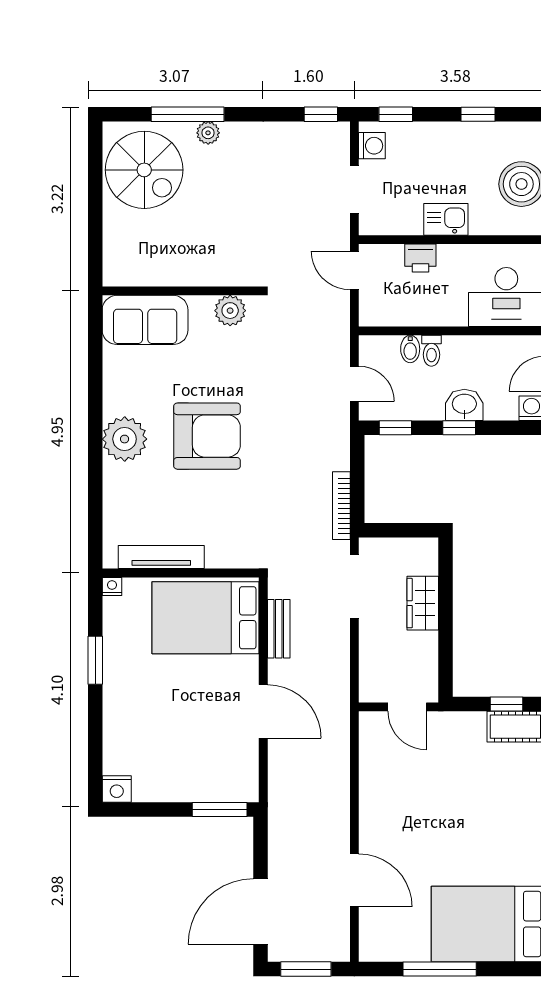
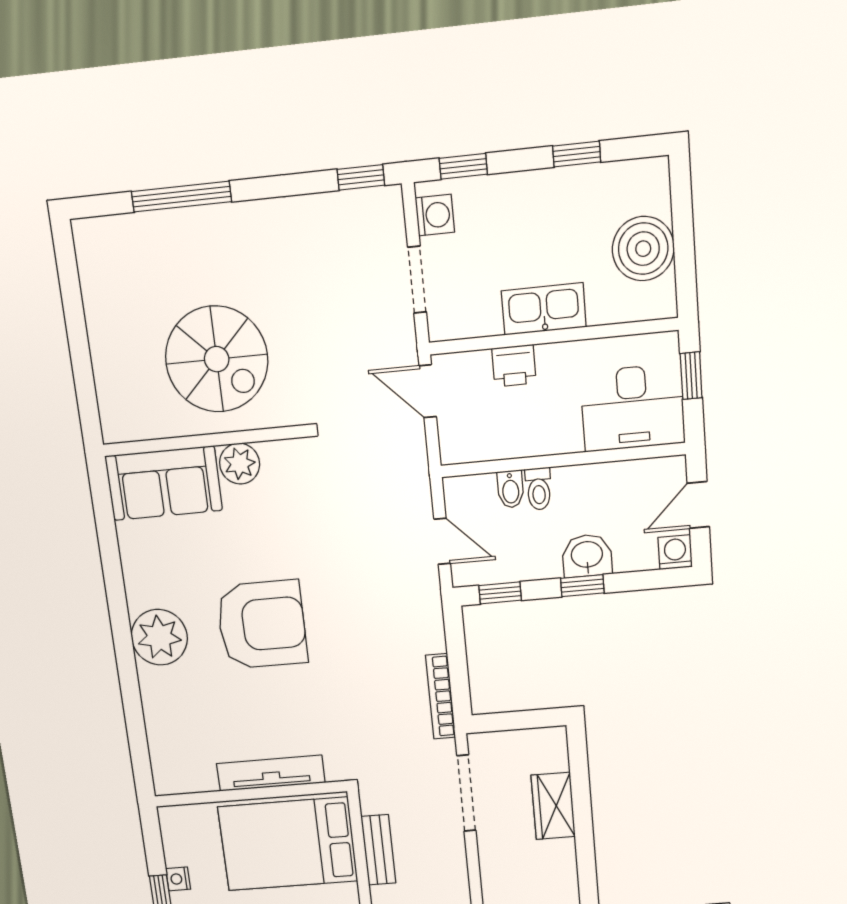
plant: (208, 133) -> (212, 220), removed
spiral stairs: (144, 170) -> (217, 359), moved
kitchen sink: (446, 219) -> (544, 309), width x1.38
plant: (230, 311) -> (240, 464), moved
tv unit: (161, 557) -> (271, 773), moved
nightstand: (112, 586) -> (178, 879), moved, turned -90

